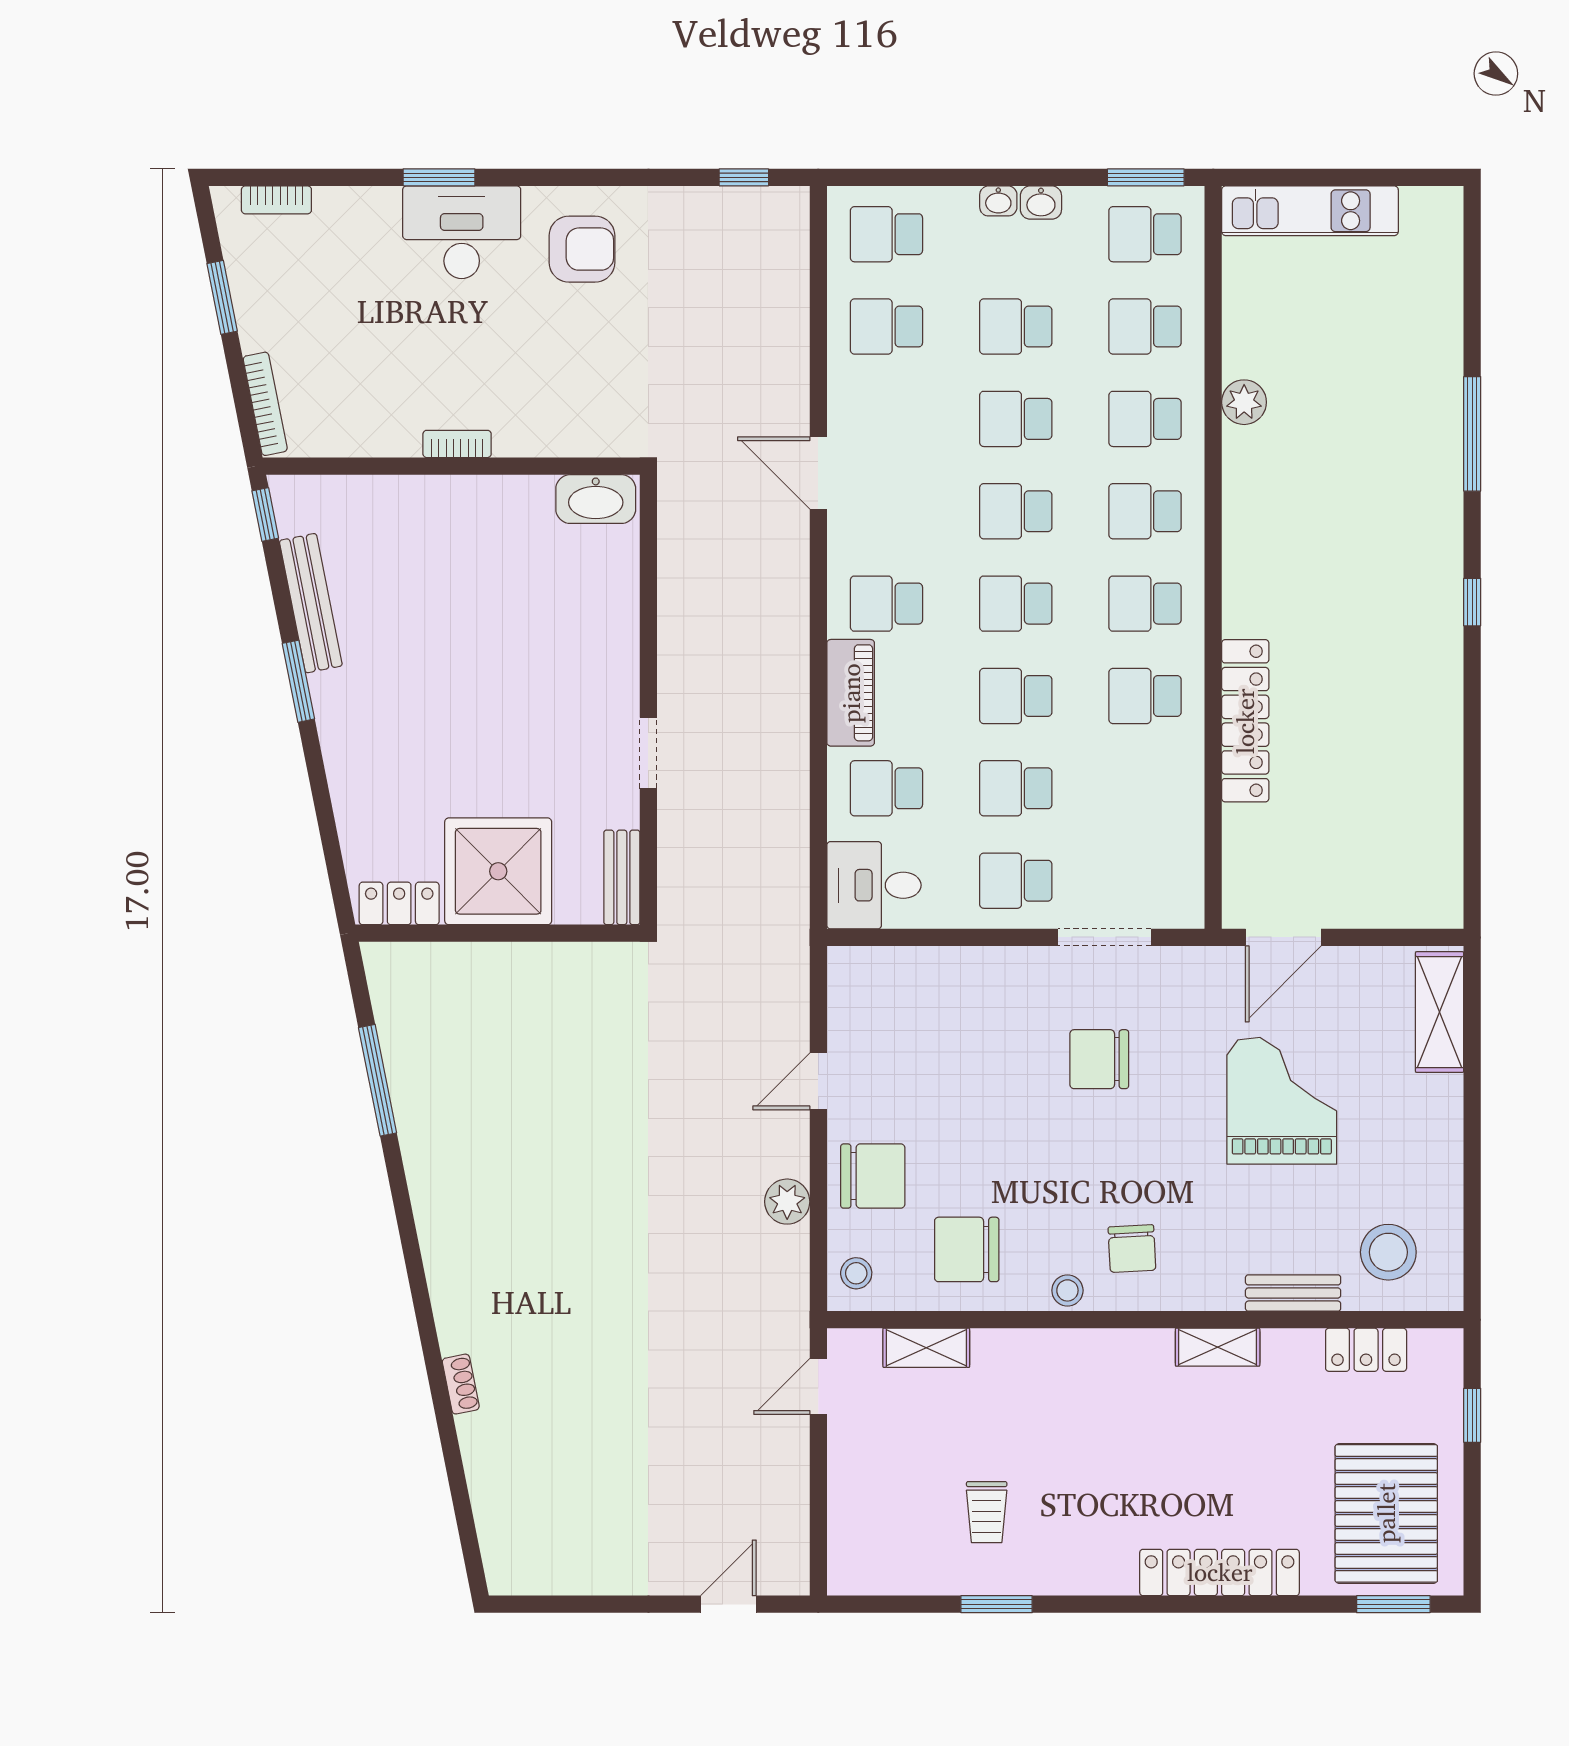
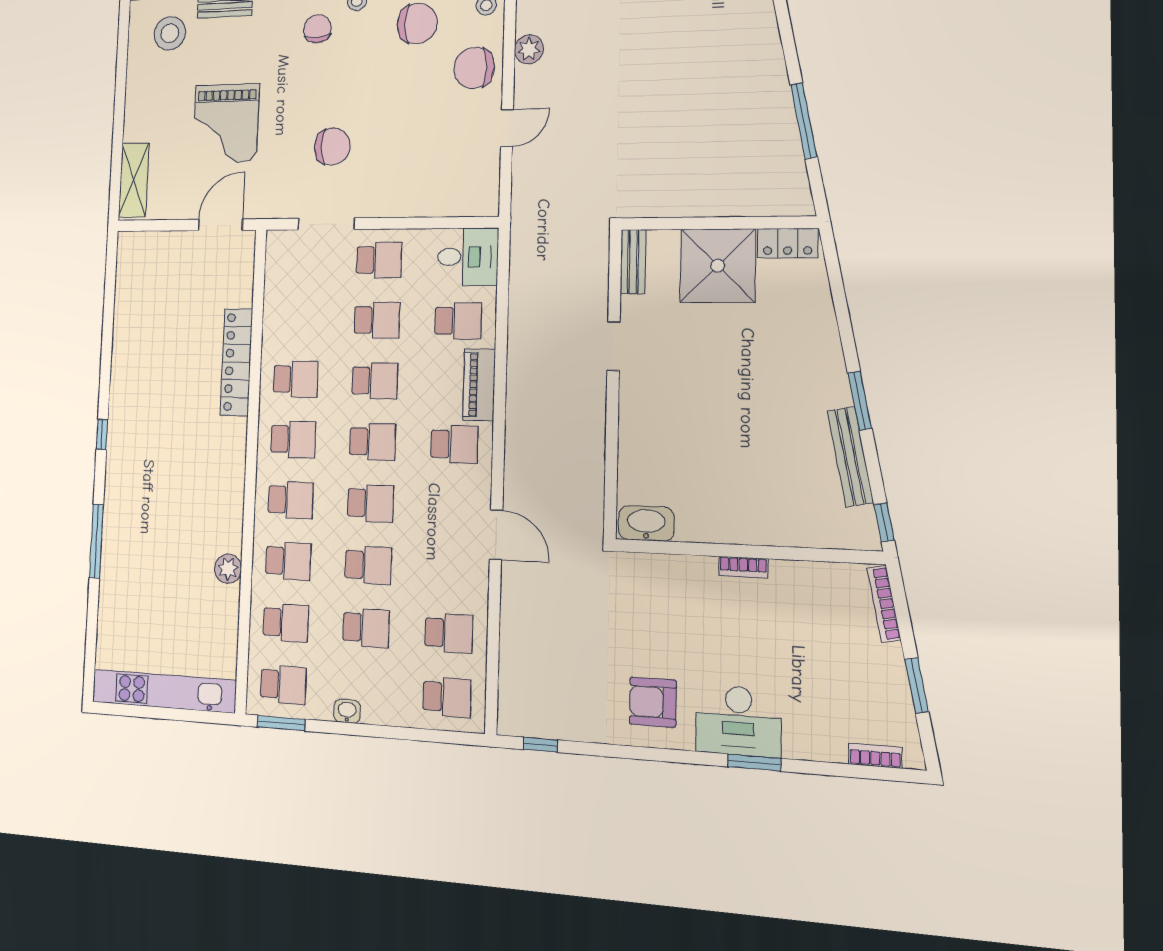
washbasin: (998, 201) -> (374, 715), removed
kitchen unit: (1310, 211) -> (164, 691), width x1.36

